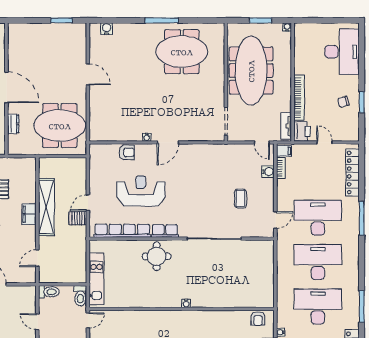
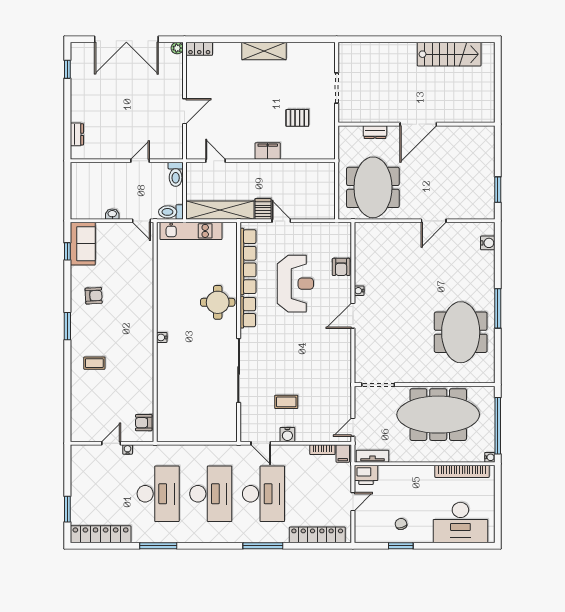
window: (261, 20) -> (498, 426), width x2.11
bookcase: (299, 98) -> (462, 471), moved
door: (168, 142) -> (353, 316), hinge flipped
water cooler: (268, 172) -> (287, 435), moved
shelving: (46, 207) -> (220, 210), moved

